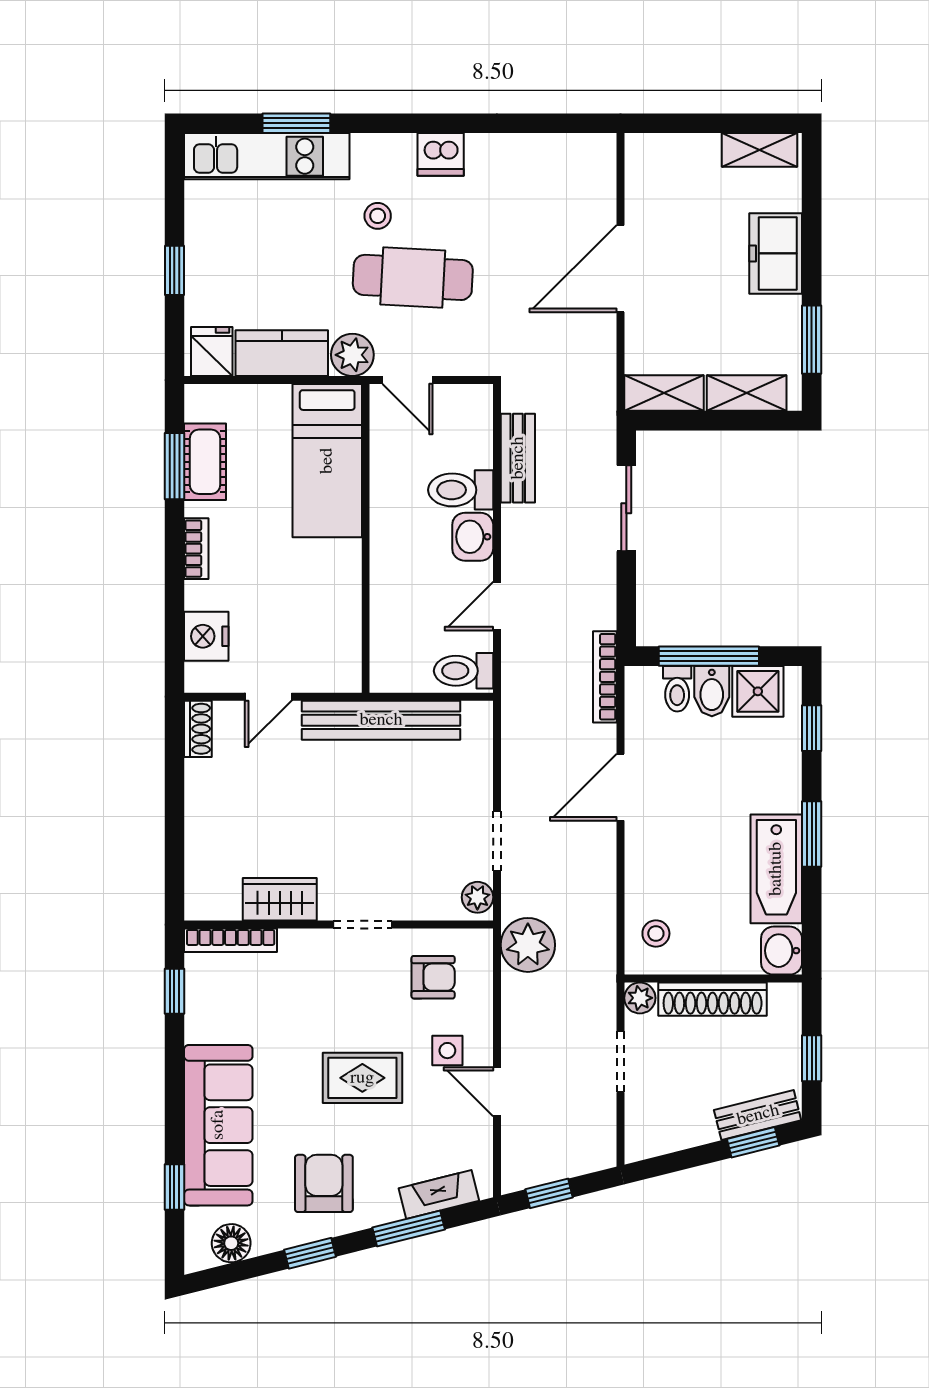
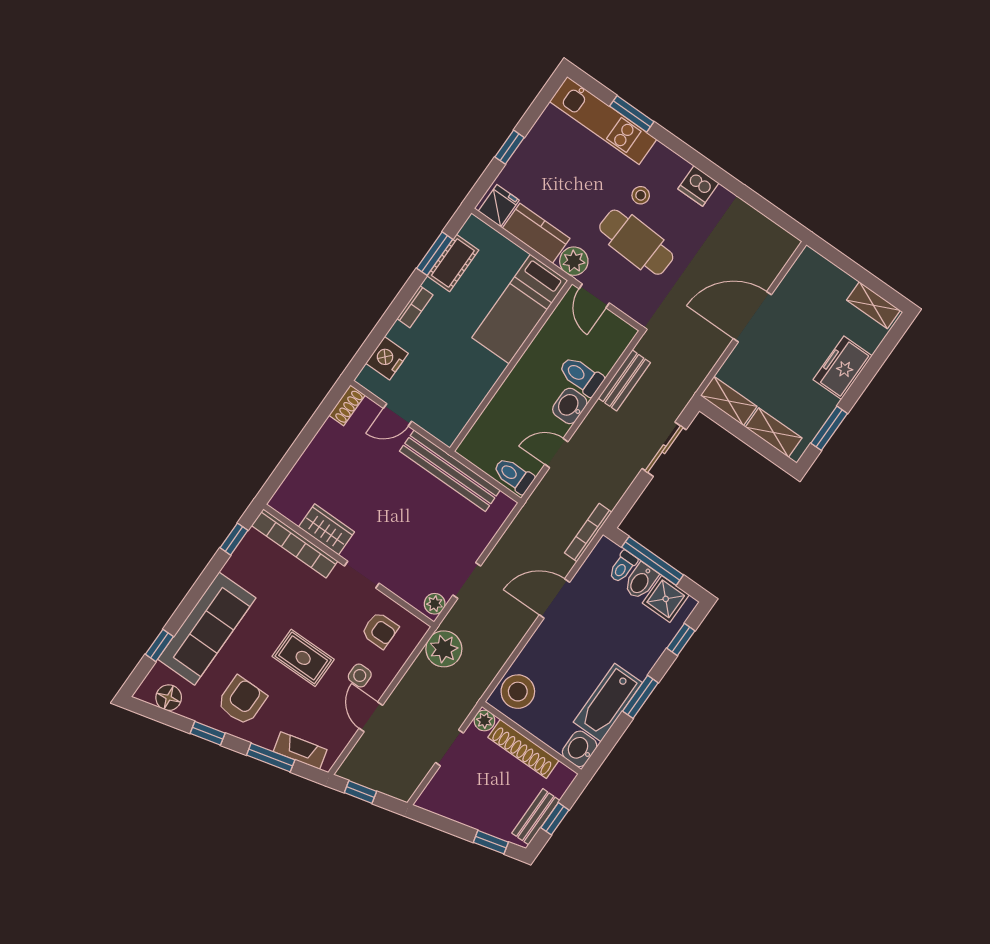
stool: (656, 933) -> (518, 692), width x1.89, depth x1.89
bookcase: (231, 940) -> (295, 543), width x1.48, depth x1.31
bench: (758, 1115) -> (536, 817), moved, turned -76

